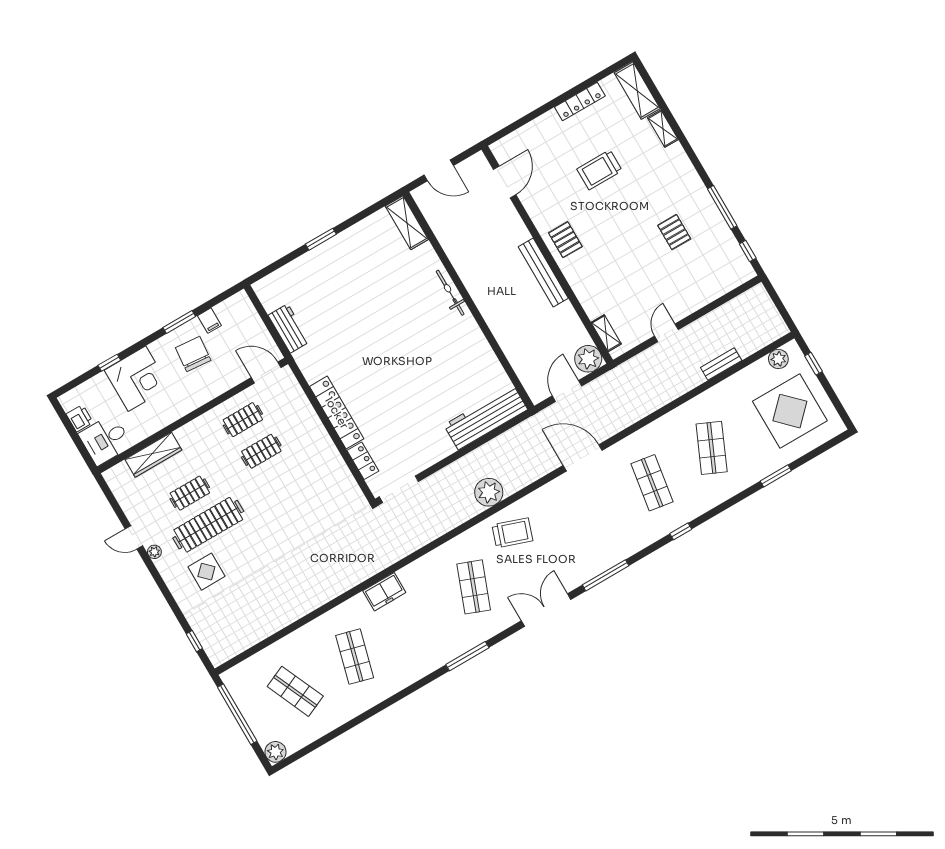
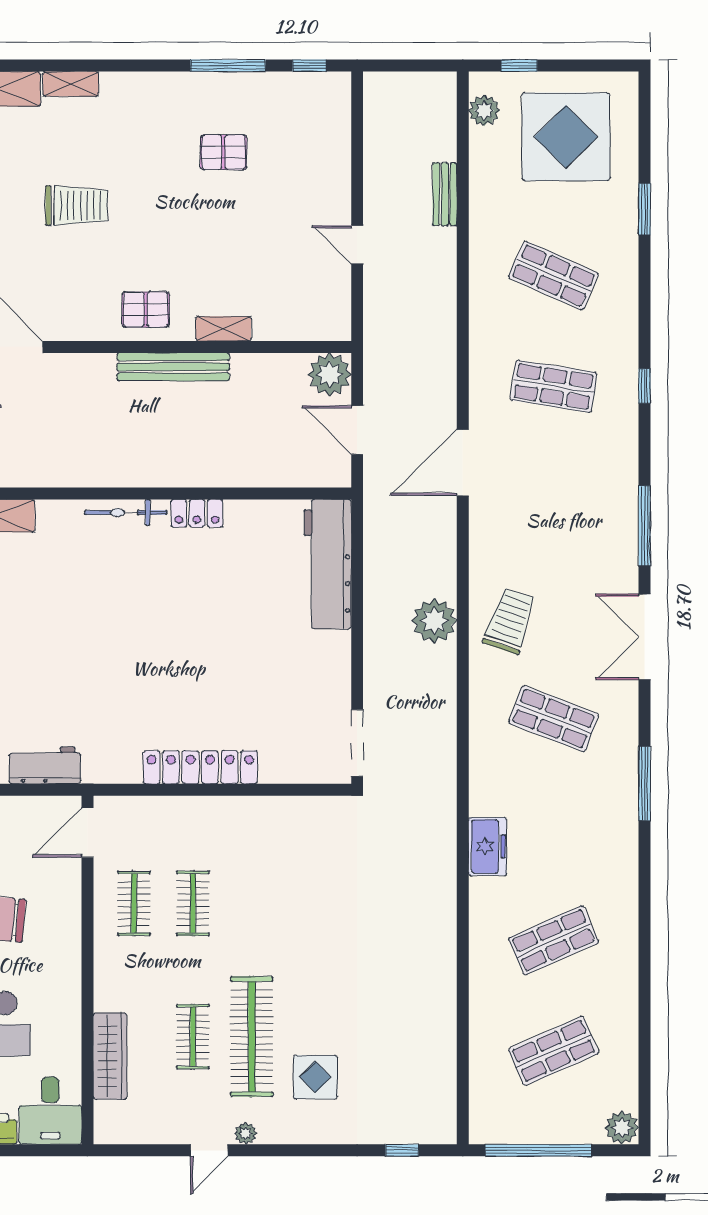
trolley: (599, 170) -> (76, 205), turned -90
shelving: (606, 333) -> (223, 329), moved
locker: (363, 461) -> (197, 513), moved, turned 180
shop shelf: (355, 657) -> (554, 940), turned -39

